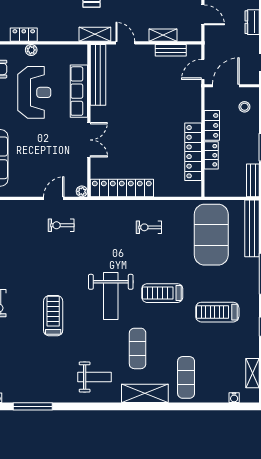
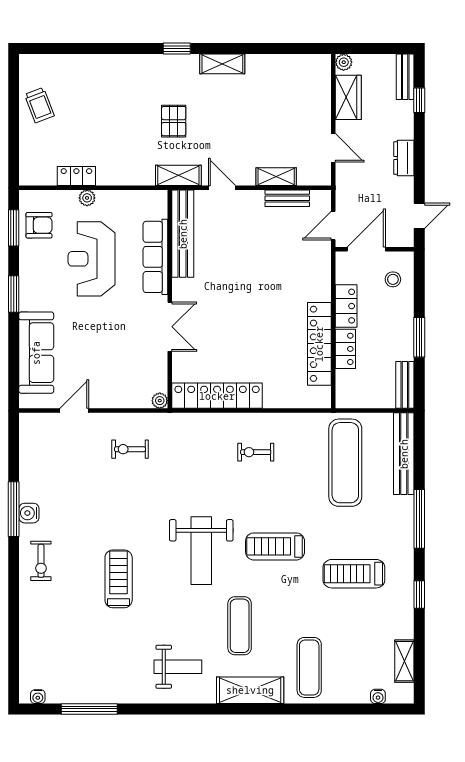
reception desk: (34, 92) -> (92, 259), turned 180
door: (54, 198) -> (74, 411), moved
exercise mat: (211, 235) -> (345, 463), width x0.68

